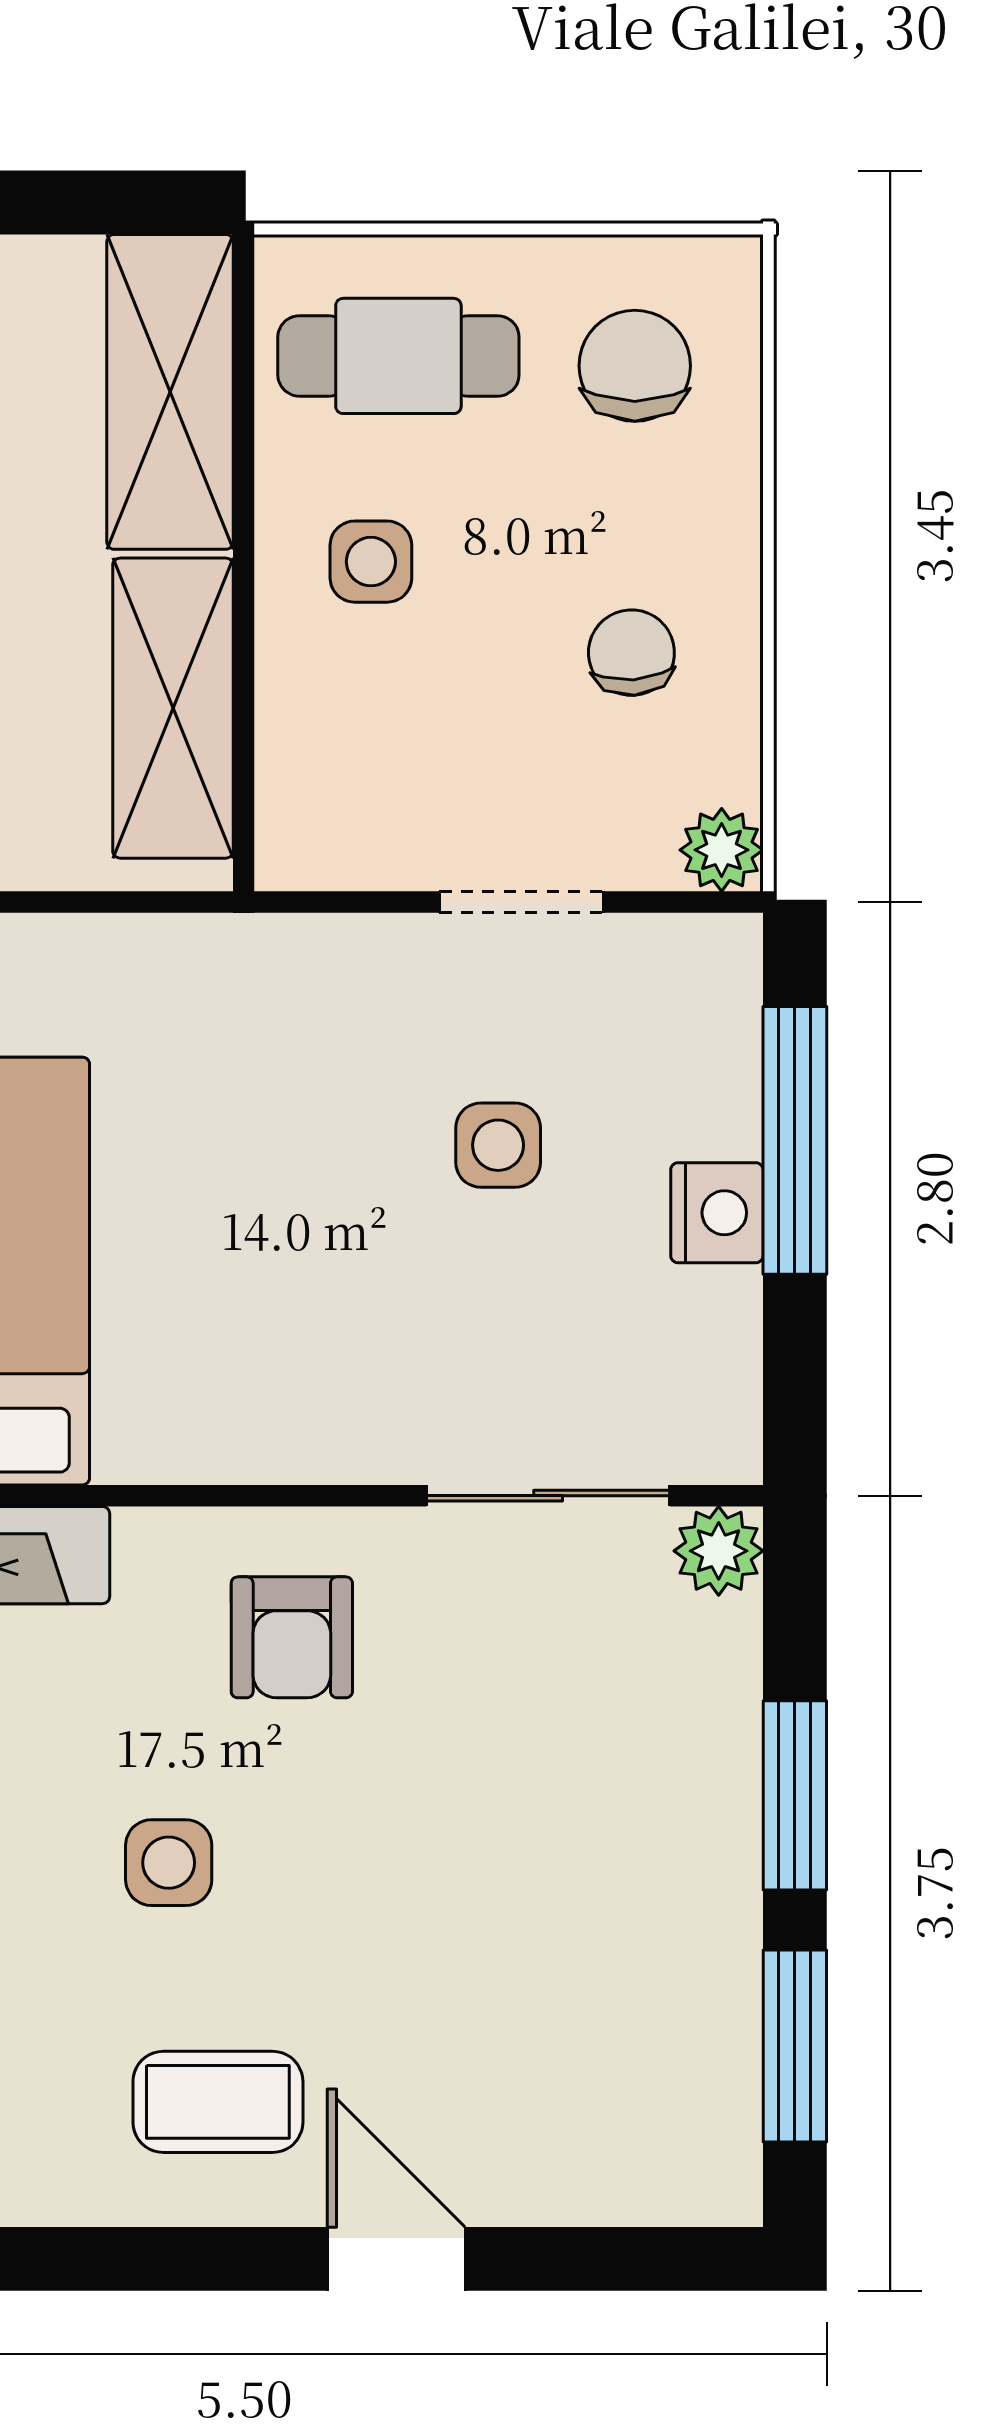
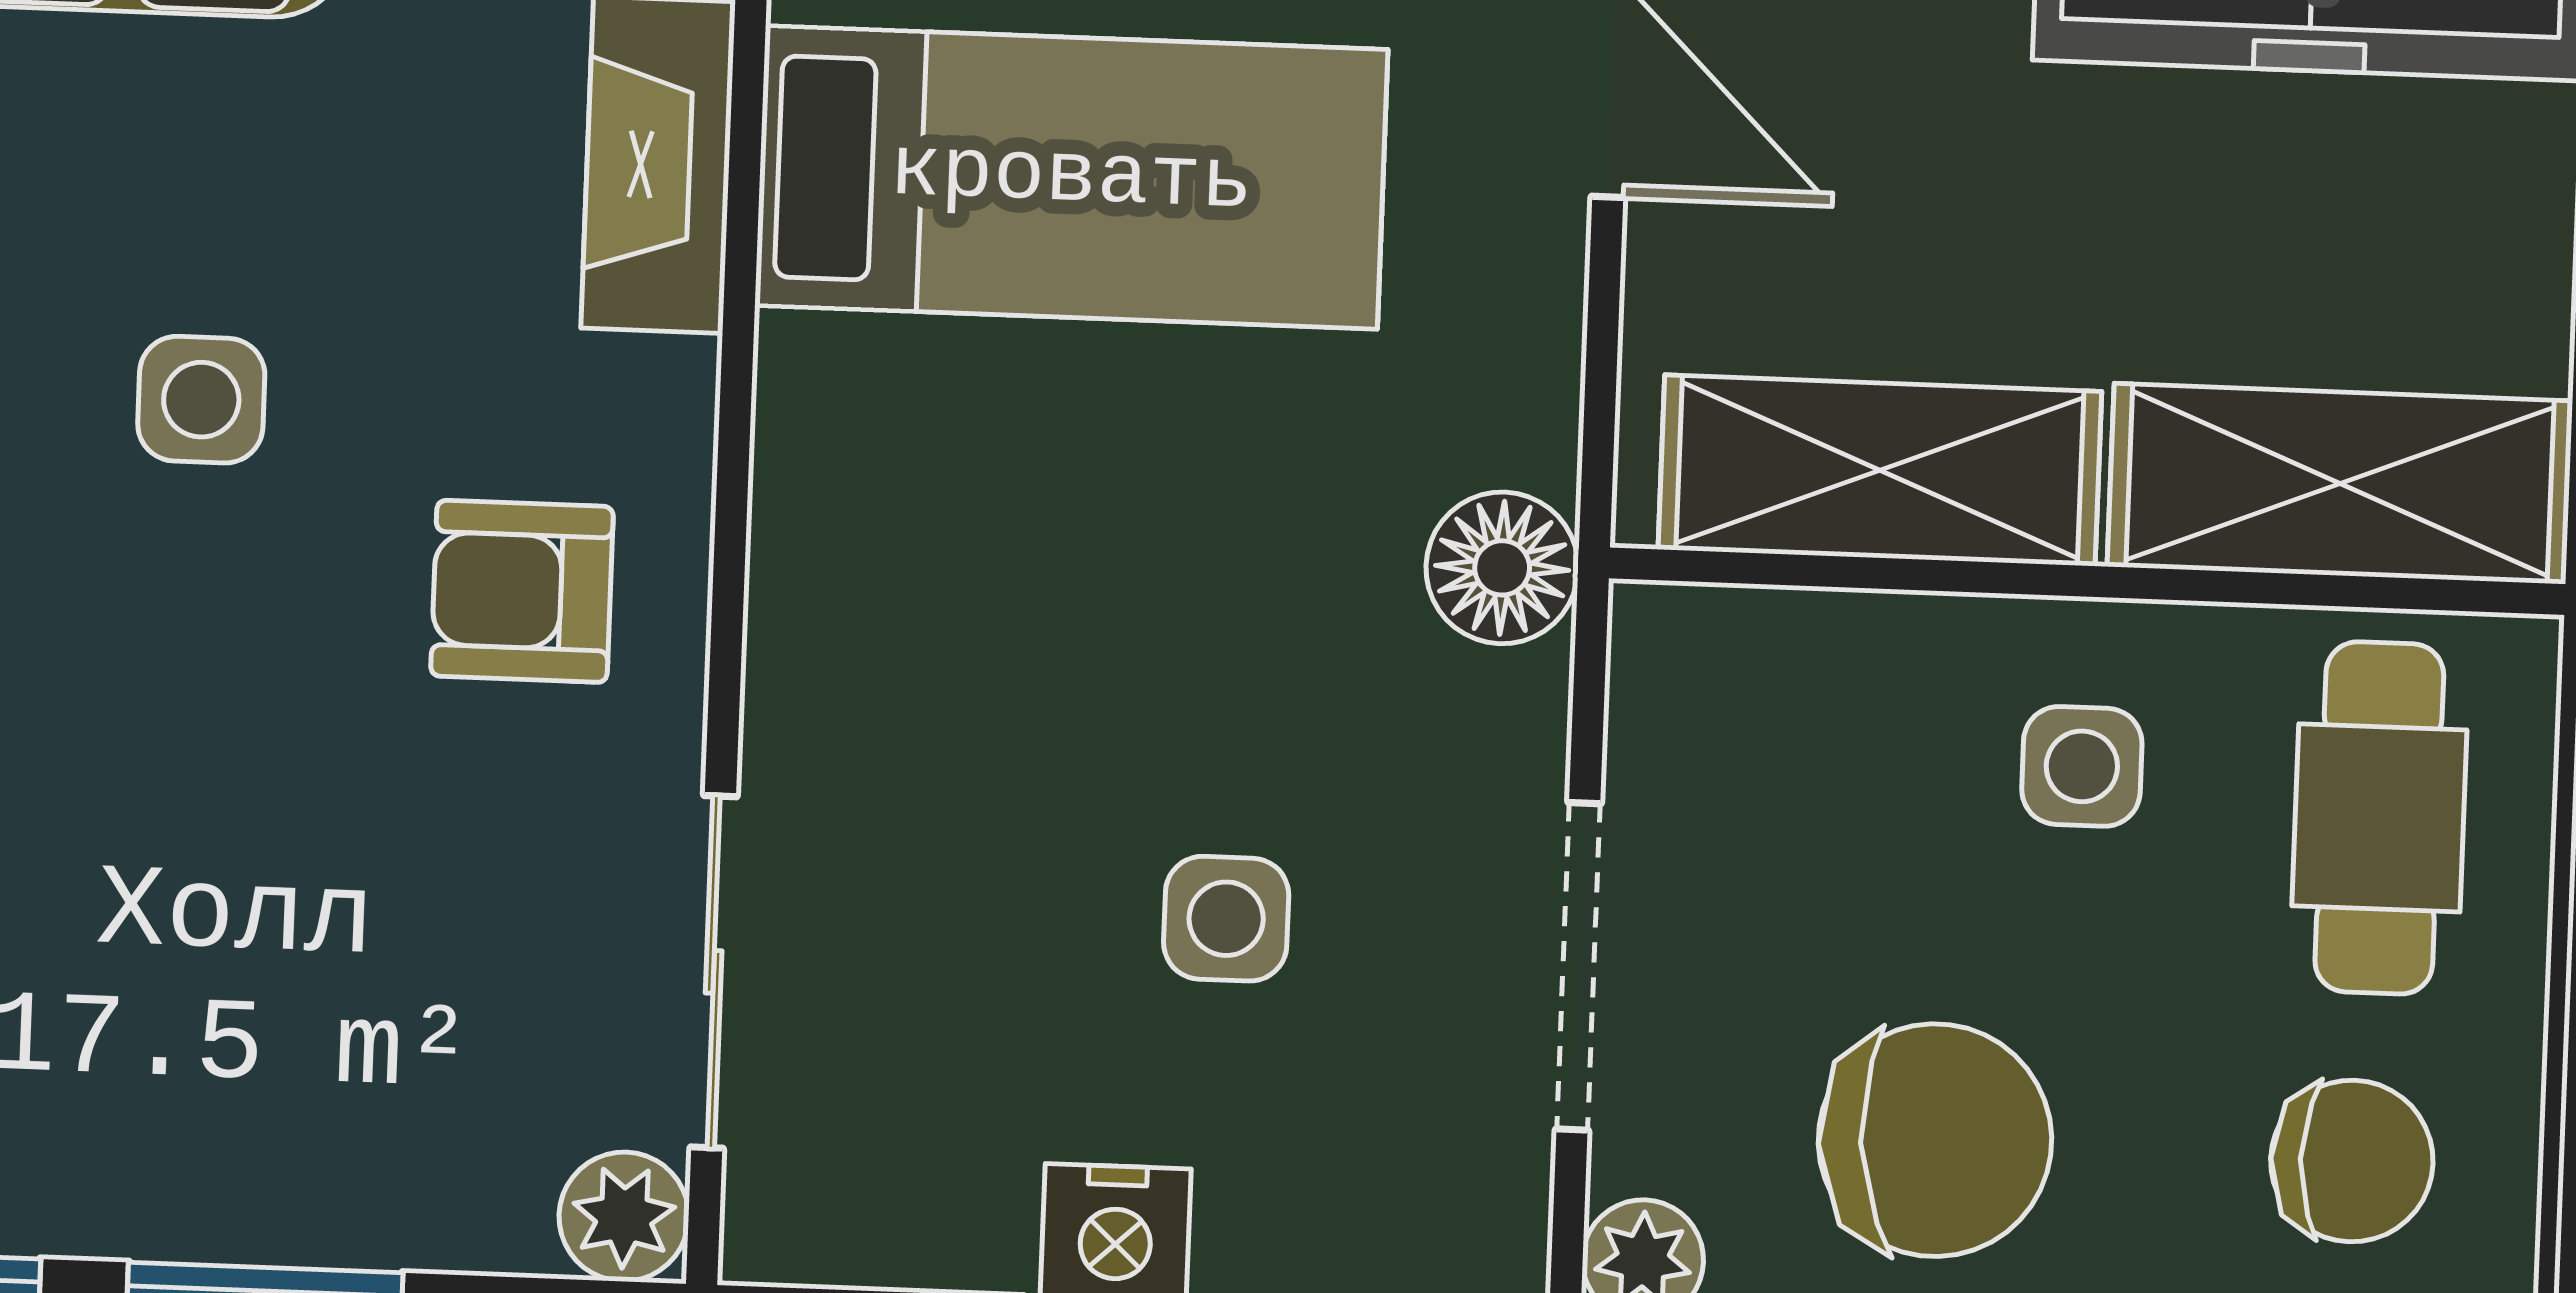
chair: (631, 653) -> (1935, 1140), width x1.87, depth x1.87
doorway: (521, 902) -> (1578, 966), width x1.38
floor lamp: (250, 965) -> (1502, 568), added

